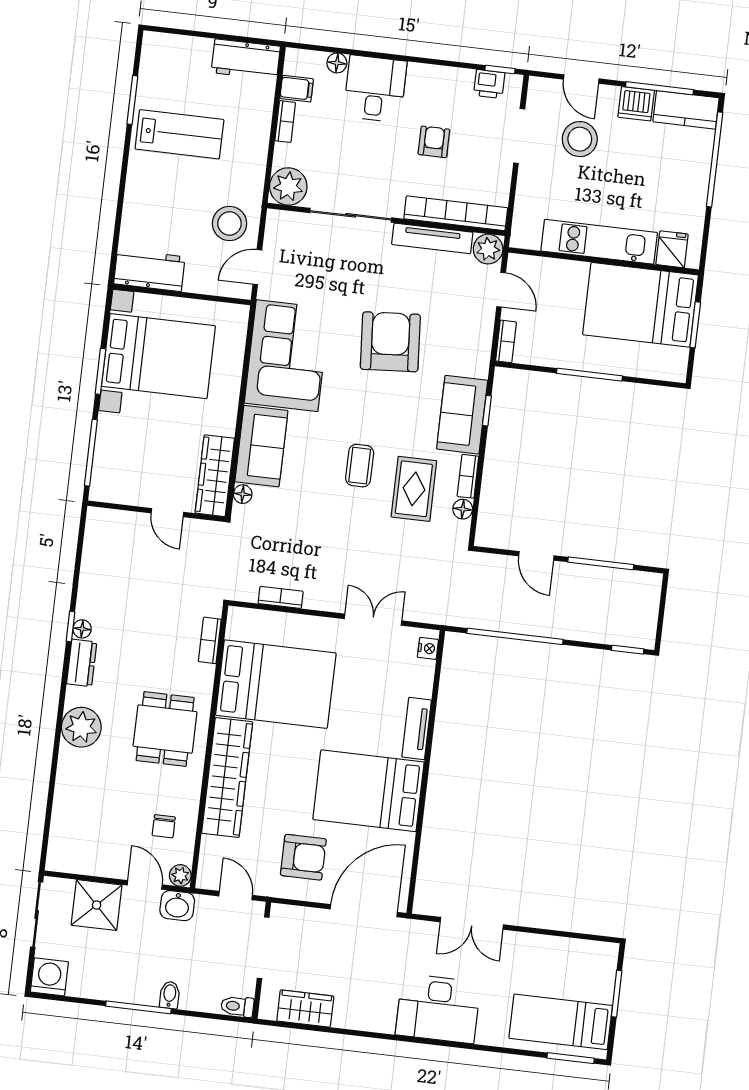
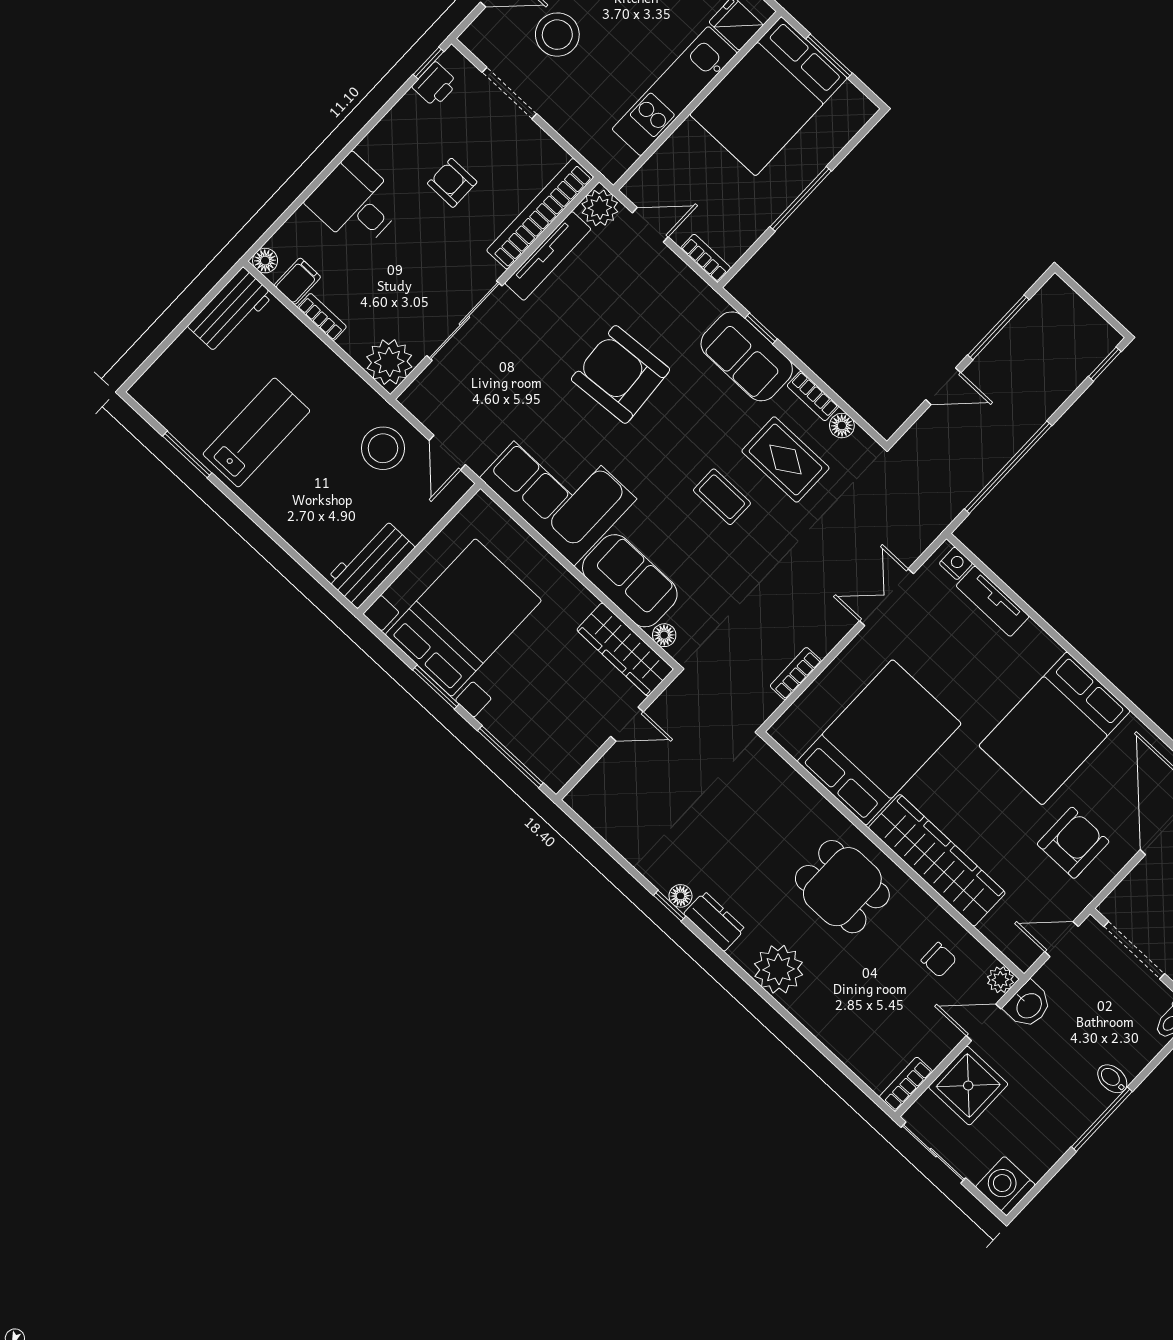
floor lamp: (337, 63) -> (265, 261), moved
bookcase: (210, 640) -> (906, 1084), moved, turned 90
tv unit: (417, 729) -> (993, 601), moved

